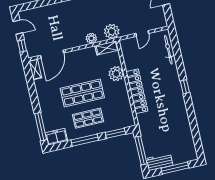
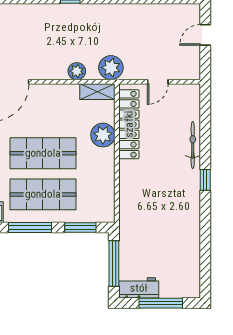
bicycle: (168, 50) -> (193, 145), moved
locker: (137, 91) -> (129, 124), moved
shop shelf: (88, 118) -> (43, 194), width x1.43, depth x1.36

